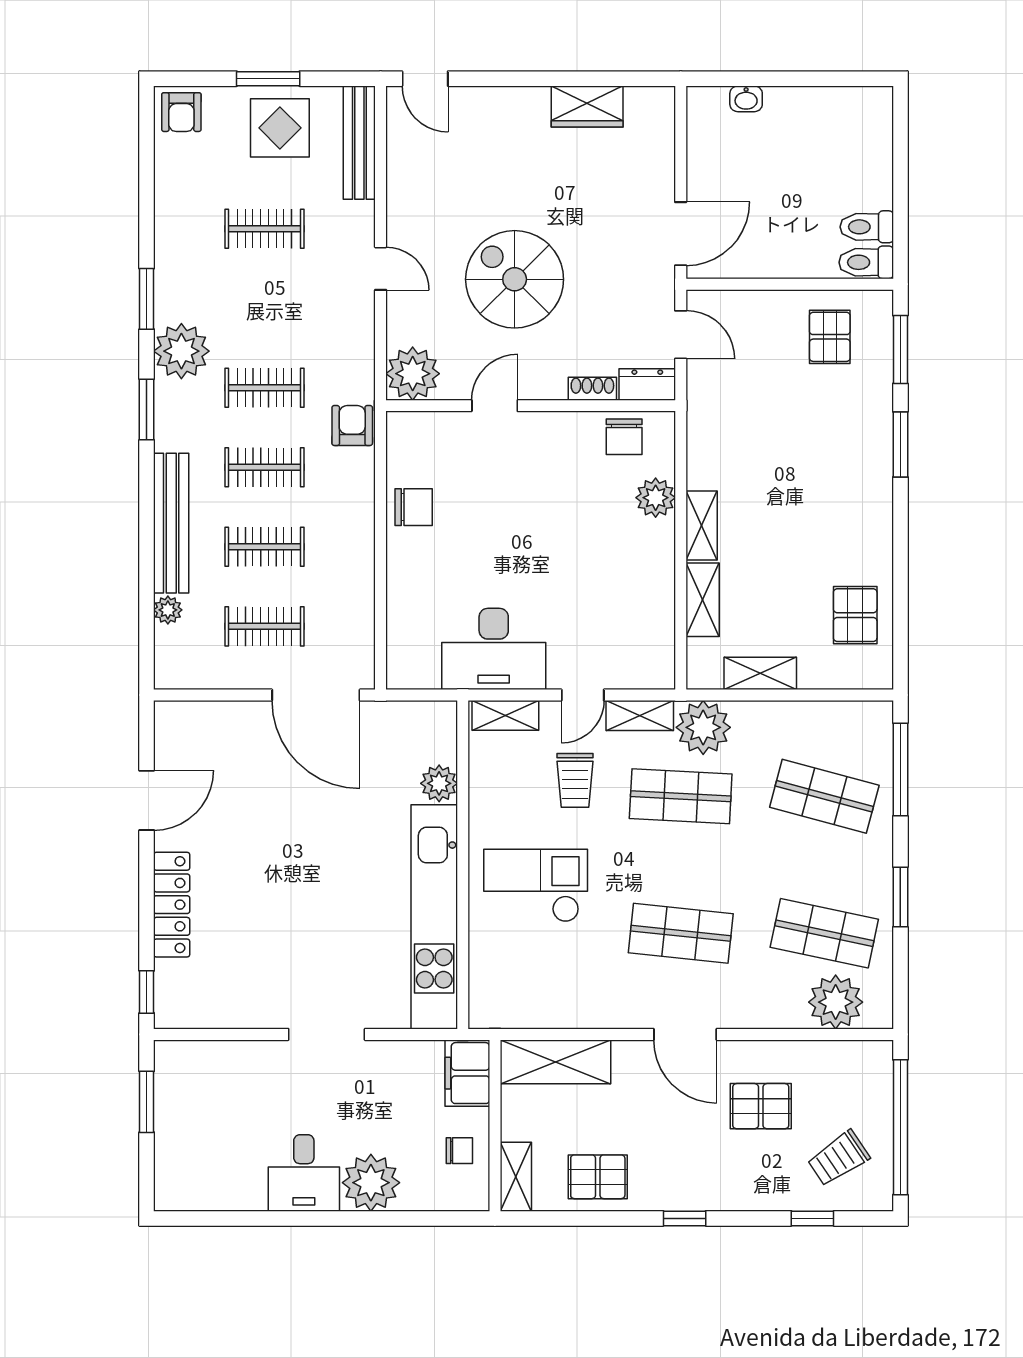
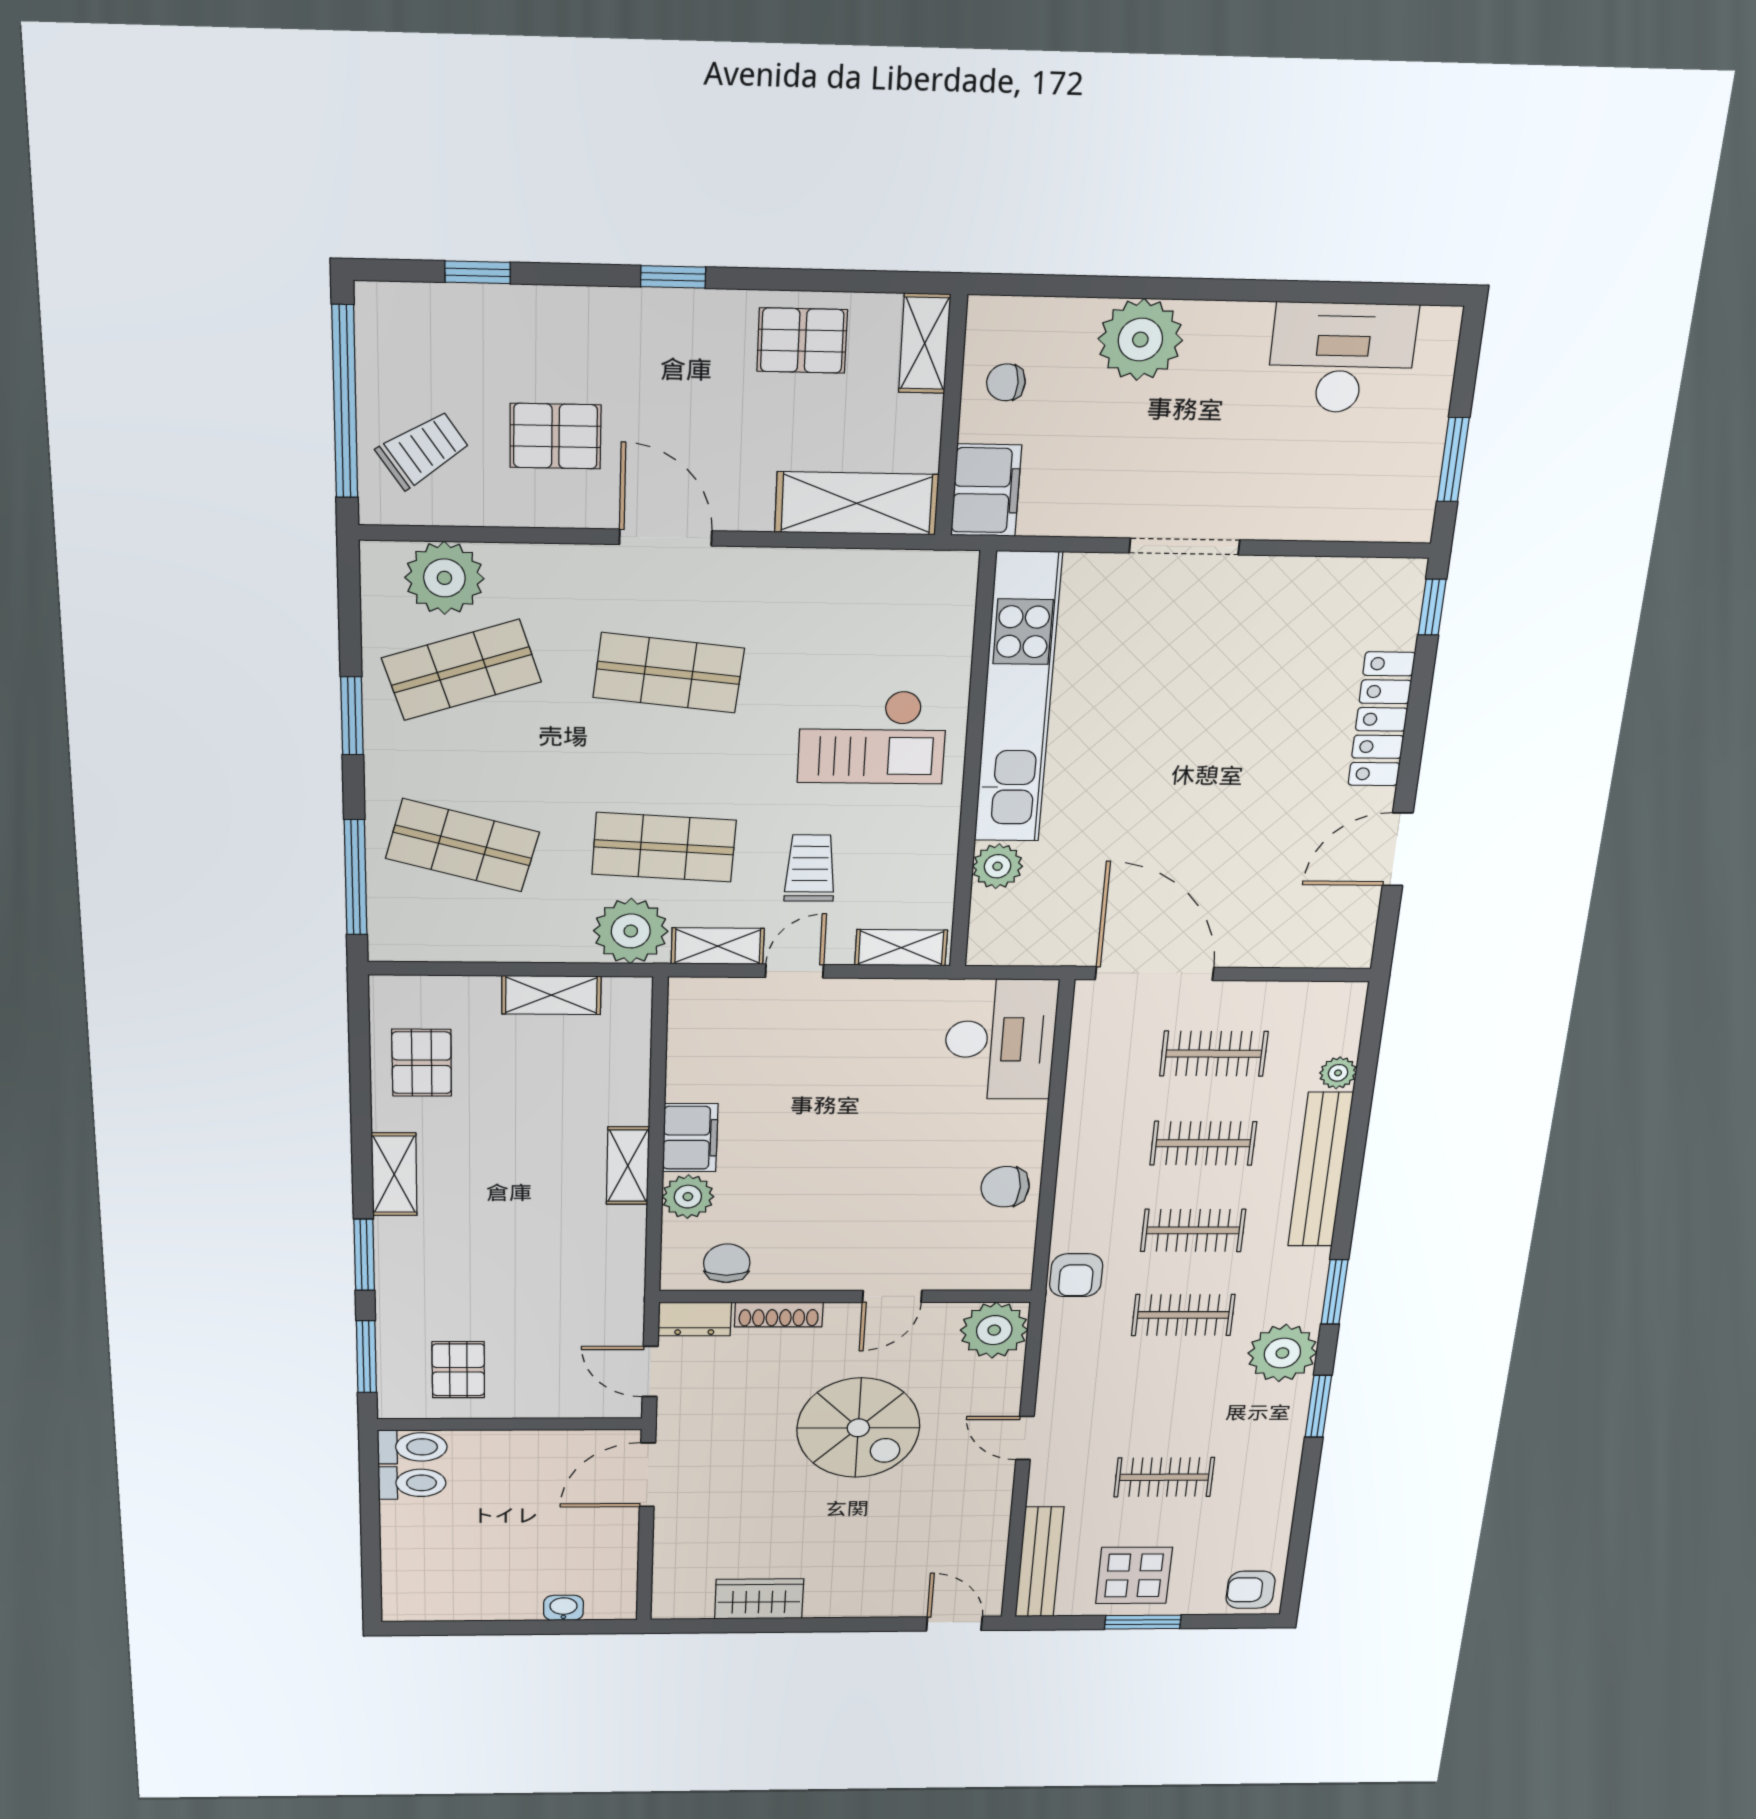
armchair: (181, 112) -> (1251, 1590), turned -90
shoe rack: (592, 389) -> (779, 1315), width x1.43
filing cabinet: (655, 550) -> (690, 1138), added
shelving: (703, 600) -> (394, 1174), moved
desk: (494, 649) -> (1000, 1039), moved, turned 90
shop shelf: (824, 933) -> (462, 670), turned -30
trolley: (838, 1158) -> (423, 450), moved
desk: (304, 1173) -> (1342, 358), moved, width x1.37

